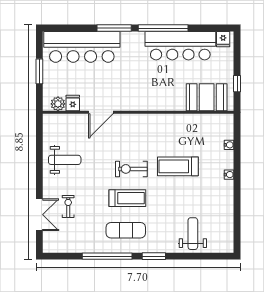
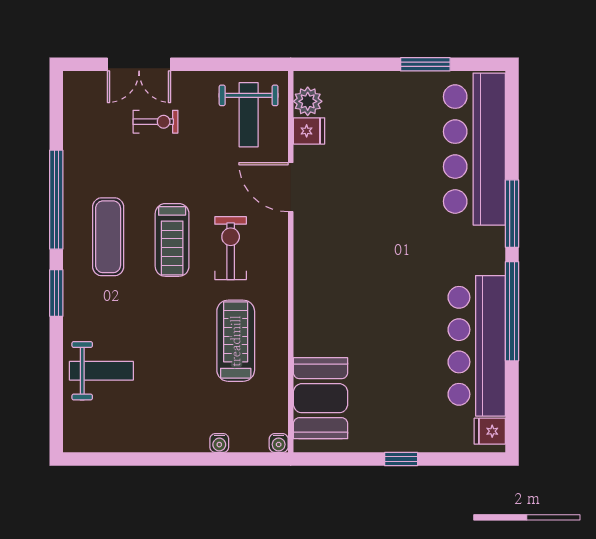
booth: (207, 97) -> (321, 398), moved
fridge: (73, 103) -> (309, 131), moved
plant: (58, 104) -> (308, 101), moved
door: (101, 112) -> (291, 187), moved
wall: (138, 112) -> (291, 262), moved

